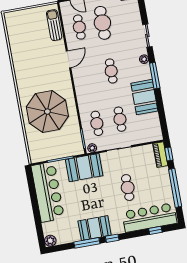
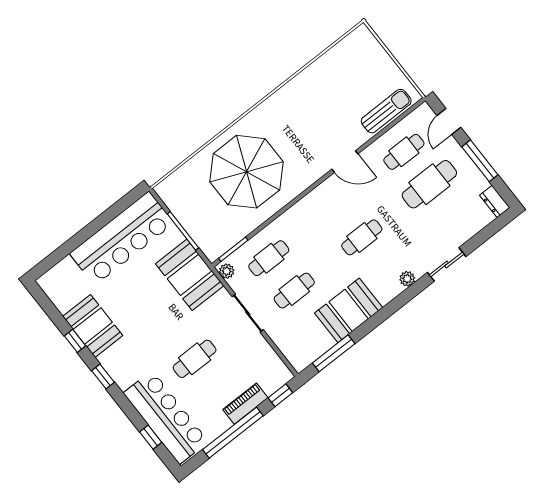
window: (155, 76) -> (334, 353), moved
piano: (160, 155) -> (245, 404), moved
booth: (95, 228) -> (93, 326), moved
plant: (50, 241) -> (48, 282), removed
window: (87, 243) -> (75, 341), width x0.46

